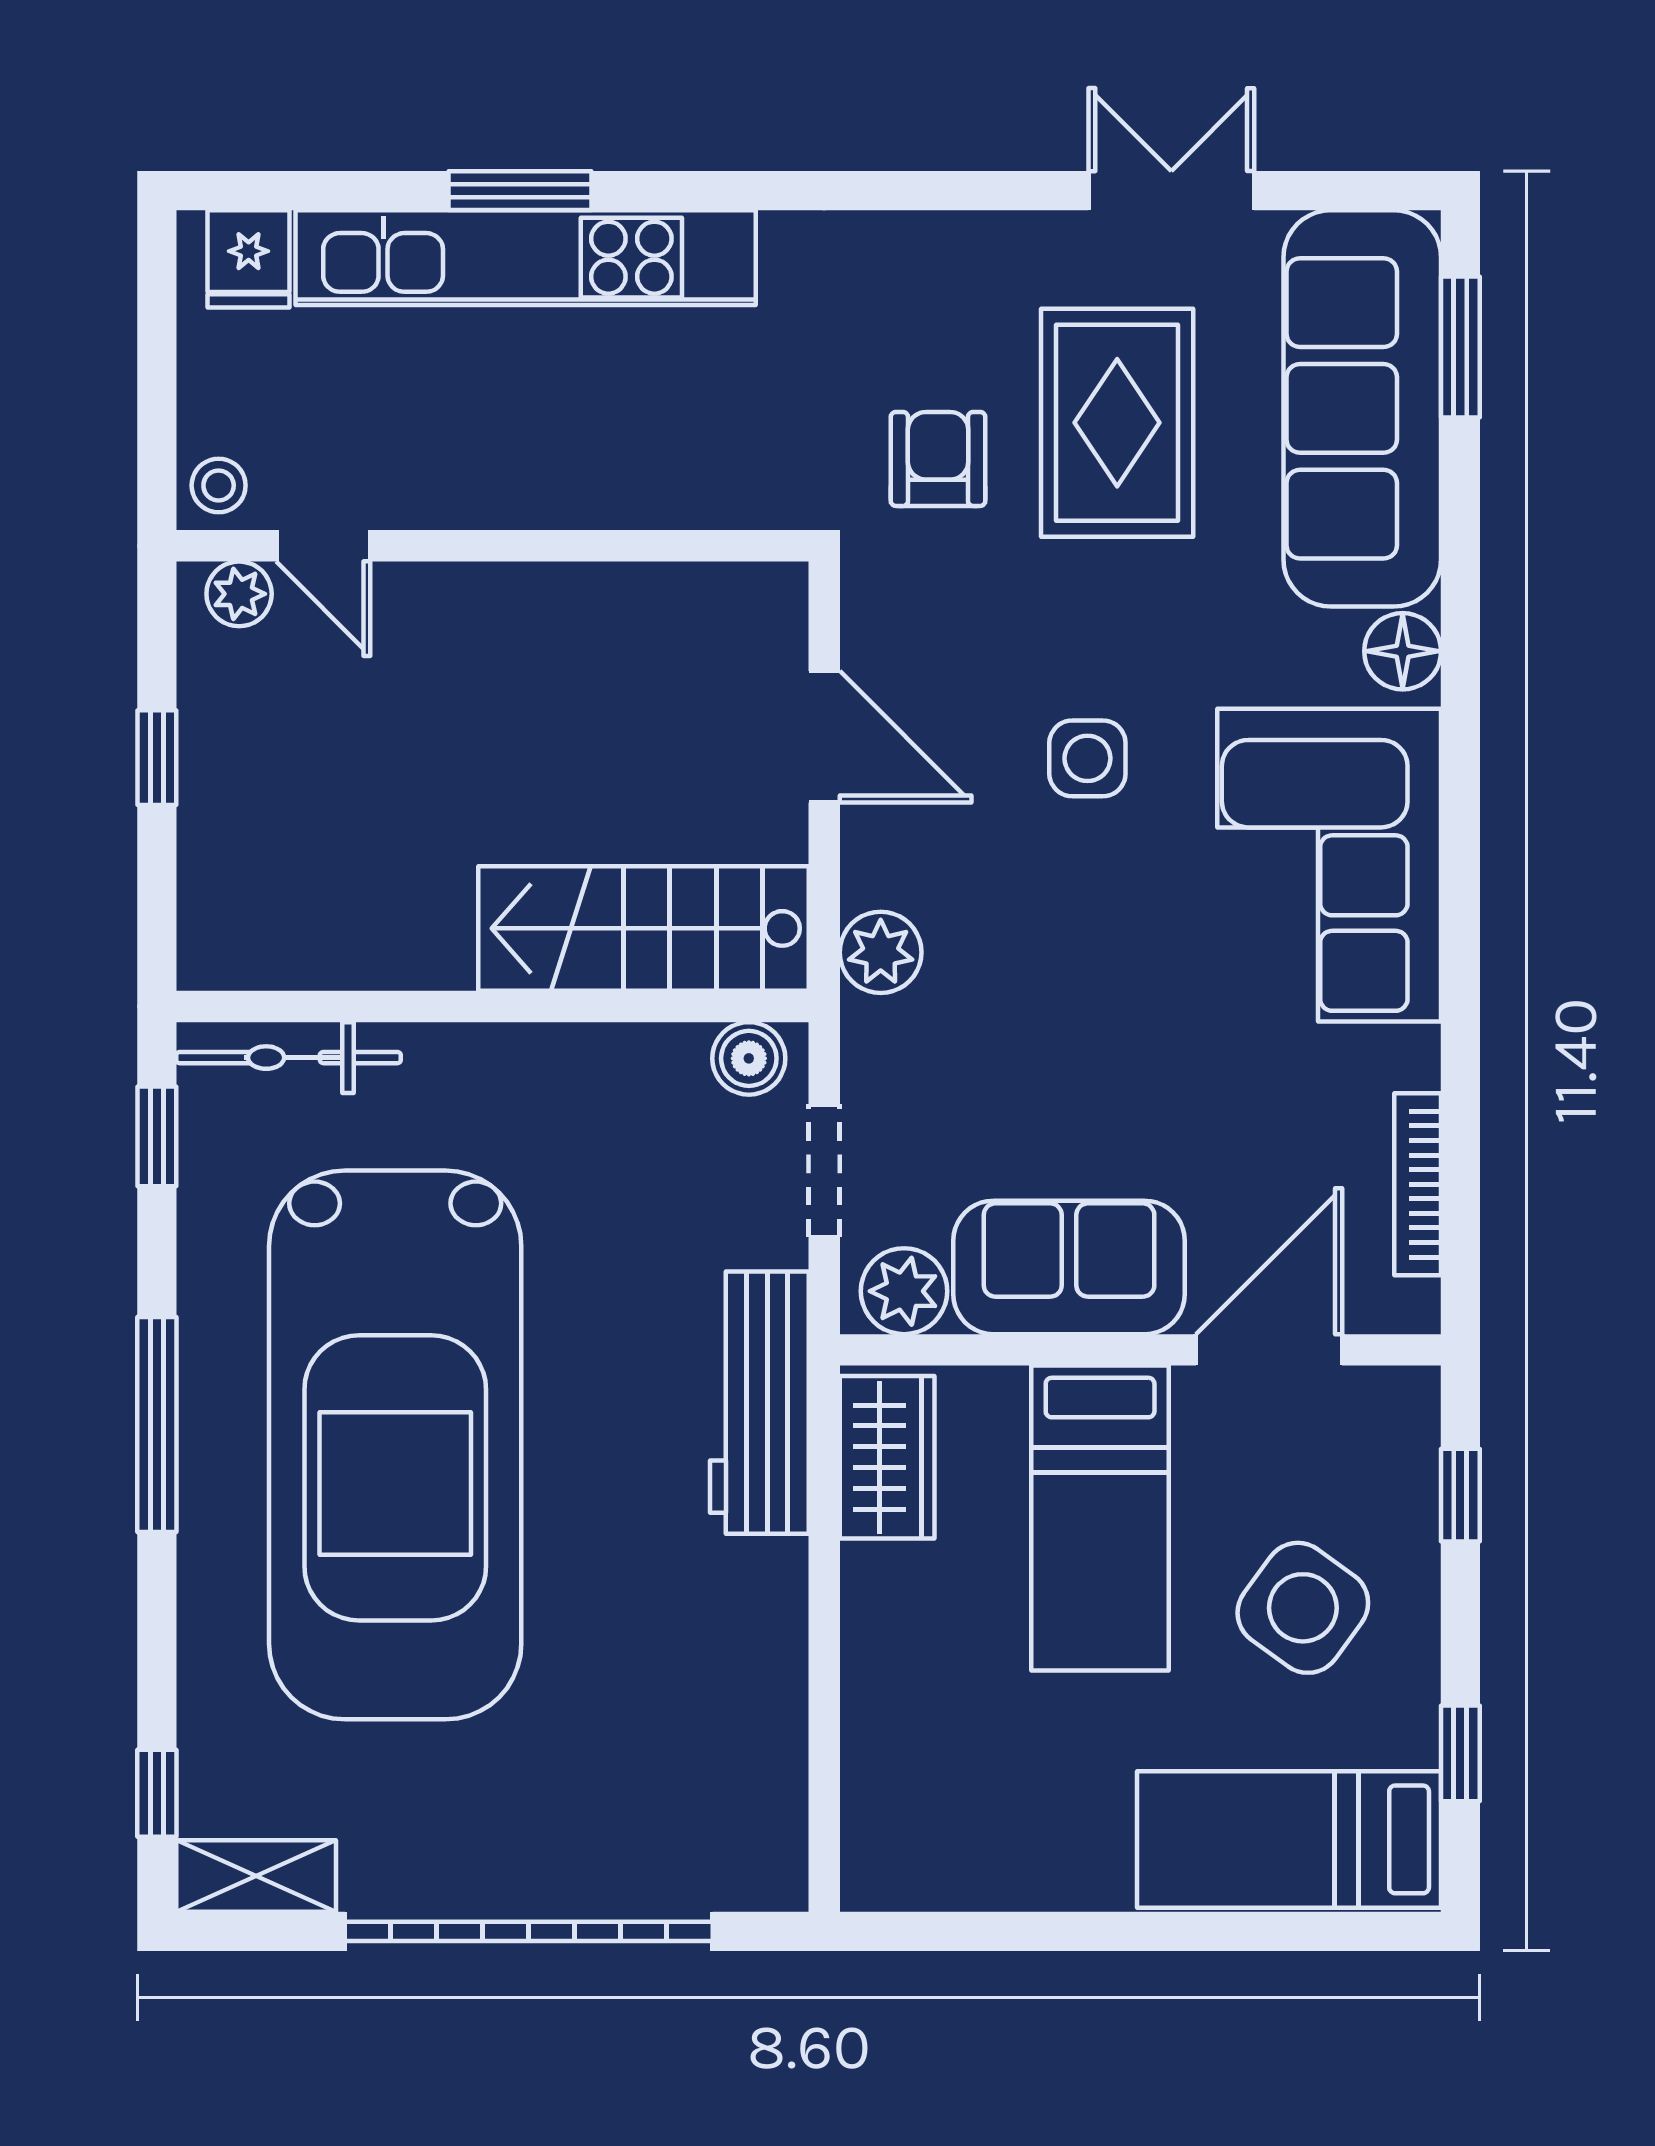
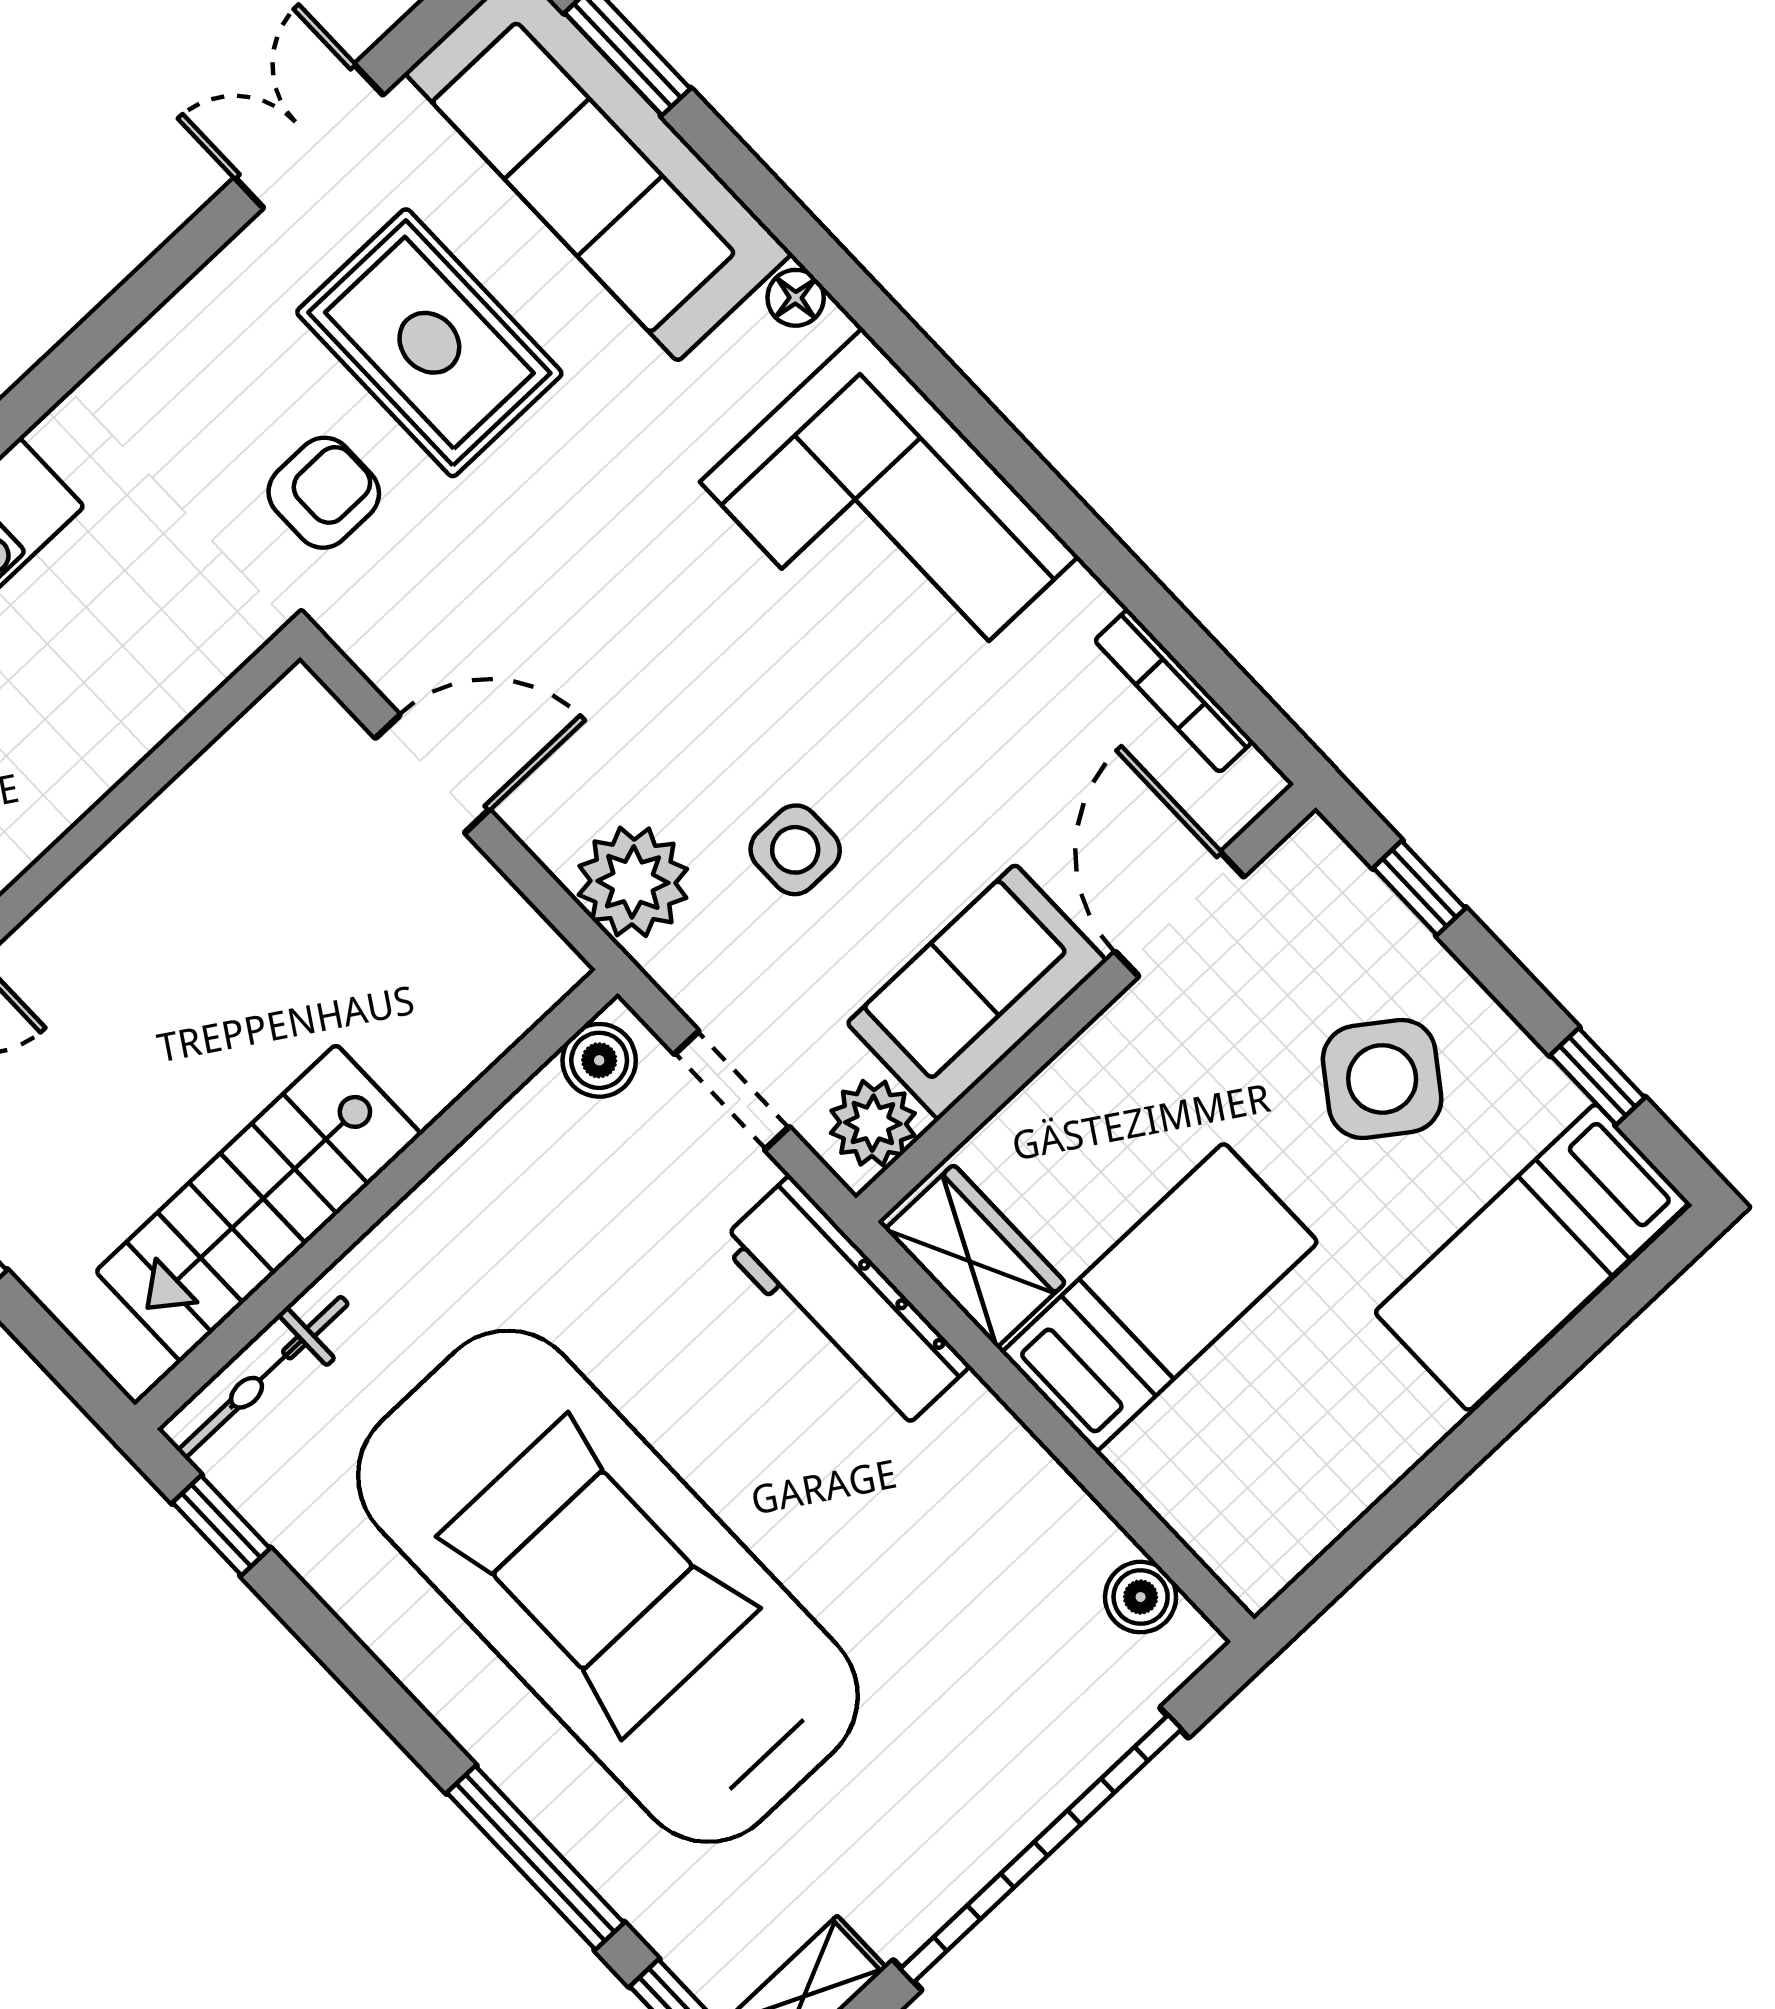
armchair: (938, 459) -> (324, 493), turned 90
floor lamp: (1403, 651) -> (796, 298), width x0.73, depth x0.73
side table: (1087, 758) -> (795, 850), moved
stairs: (643, 928) -> (259, 1203), moved
plant: (881, 952) -> (633, 882), width x1.36, depth x1.36
window: (157, 1424) -> (535, 1858), moved
car: (395, 1445) -> (608, 1586), turned 180
bed: (1100, 1518) -> (1160, 1297), moved, turned -90
boiler: (773, 1817) -> (1141, 1597), added

